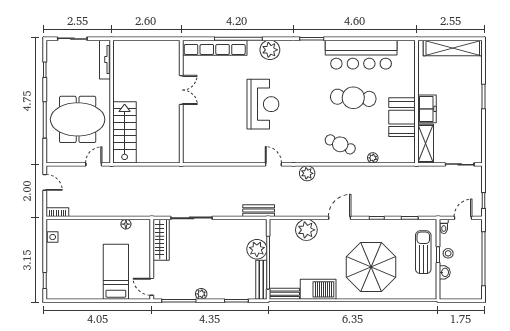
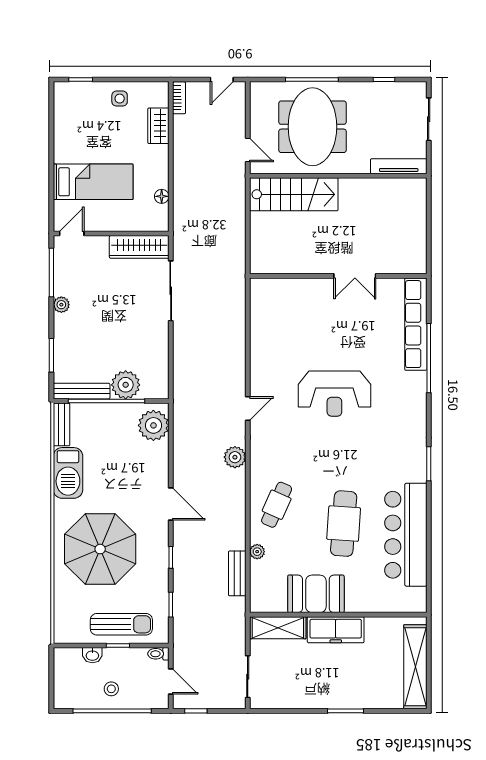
plant: (270, 50) -> (413, 403), removed
freezer: (427, 109) -> (336, 630), width x1.40
bench: (259, 211) -> (237, 573), moved
wardrobe: (77, 226) -> (158, 126), added
plant: (306, 230) -> (153, 425), moved
side table: (53, 237) -> (120, 99), moved
stool: (448, 253) -> (111, 689), moved

